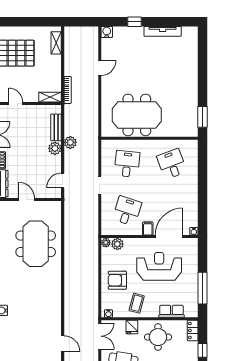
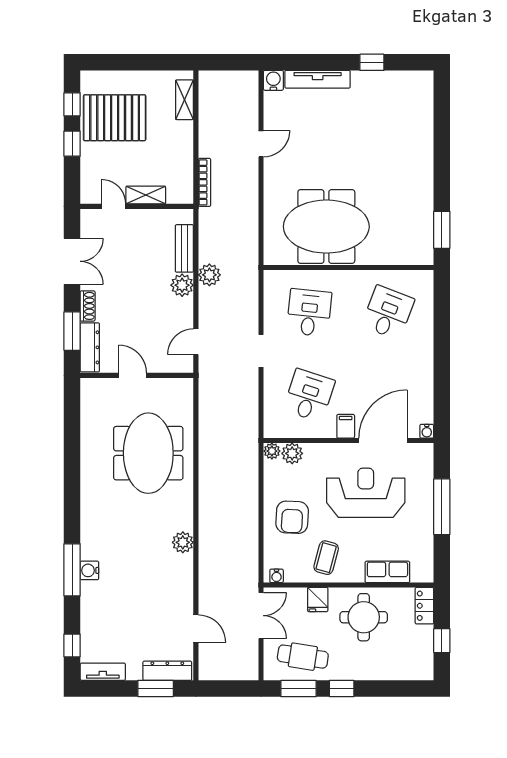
window: (135, 22) -> (372, 62), moved
tv unit: (163, 31) -> (318, 79), moved
shelving: (50, 97) -> (146, 195), moved
desk: (172, 164) -> (388, 313), turned 42
armchair: (117, 280) -> (292, 517), turned -87
window: (202, 288) -> (442, 507), moved
plant: (55, 294) -> (183, 542), added

